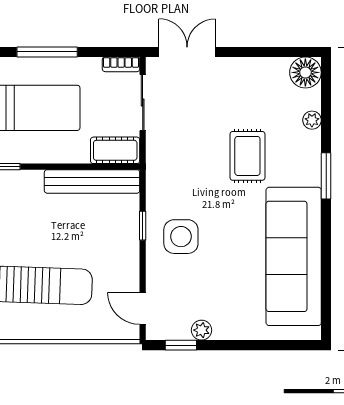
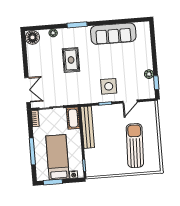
double door: (187, 52) -> (28, 90), swing flipped
rug: (247, 156) -> (71, 60), turned 90
sofa: (294, 256) -> (113, 34), width x0.74, depth x0.79
door: (143, 308) -> (130, 102), moved

